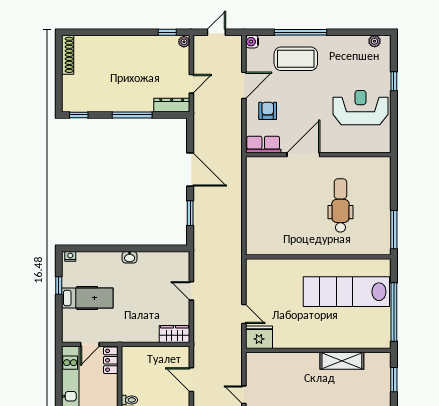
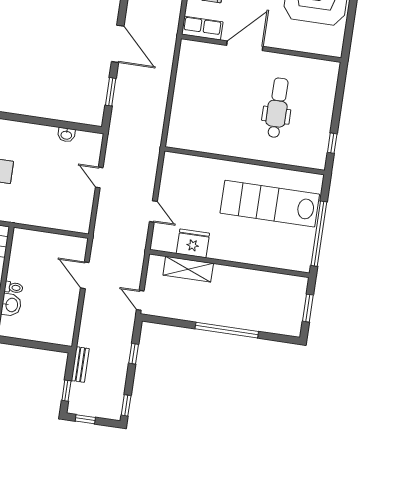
window: (394, 230) -> (332, 143), width x0.46
washbasin: (130, 257) -> (66, 135), moved
wardrobe: (174, 334) -> (74, 222), removed
fridge: (259, 337) -> (193, 243), moved
shelving: (342, 361) -> (188, 269), moved

